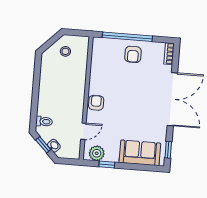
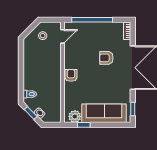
armchair: (133, 54) -> (106, 58), moved, turned 90
door: (83, 131) -> (63, 36), moved
sofa: (140, 153) -> (104, 113), width x1.36

